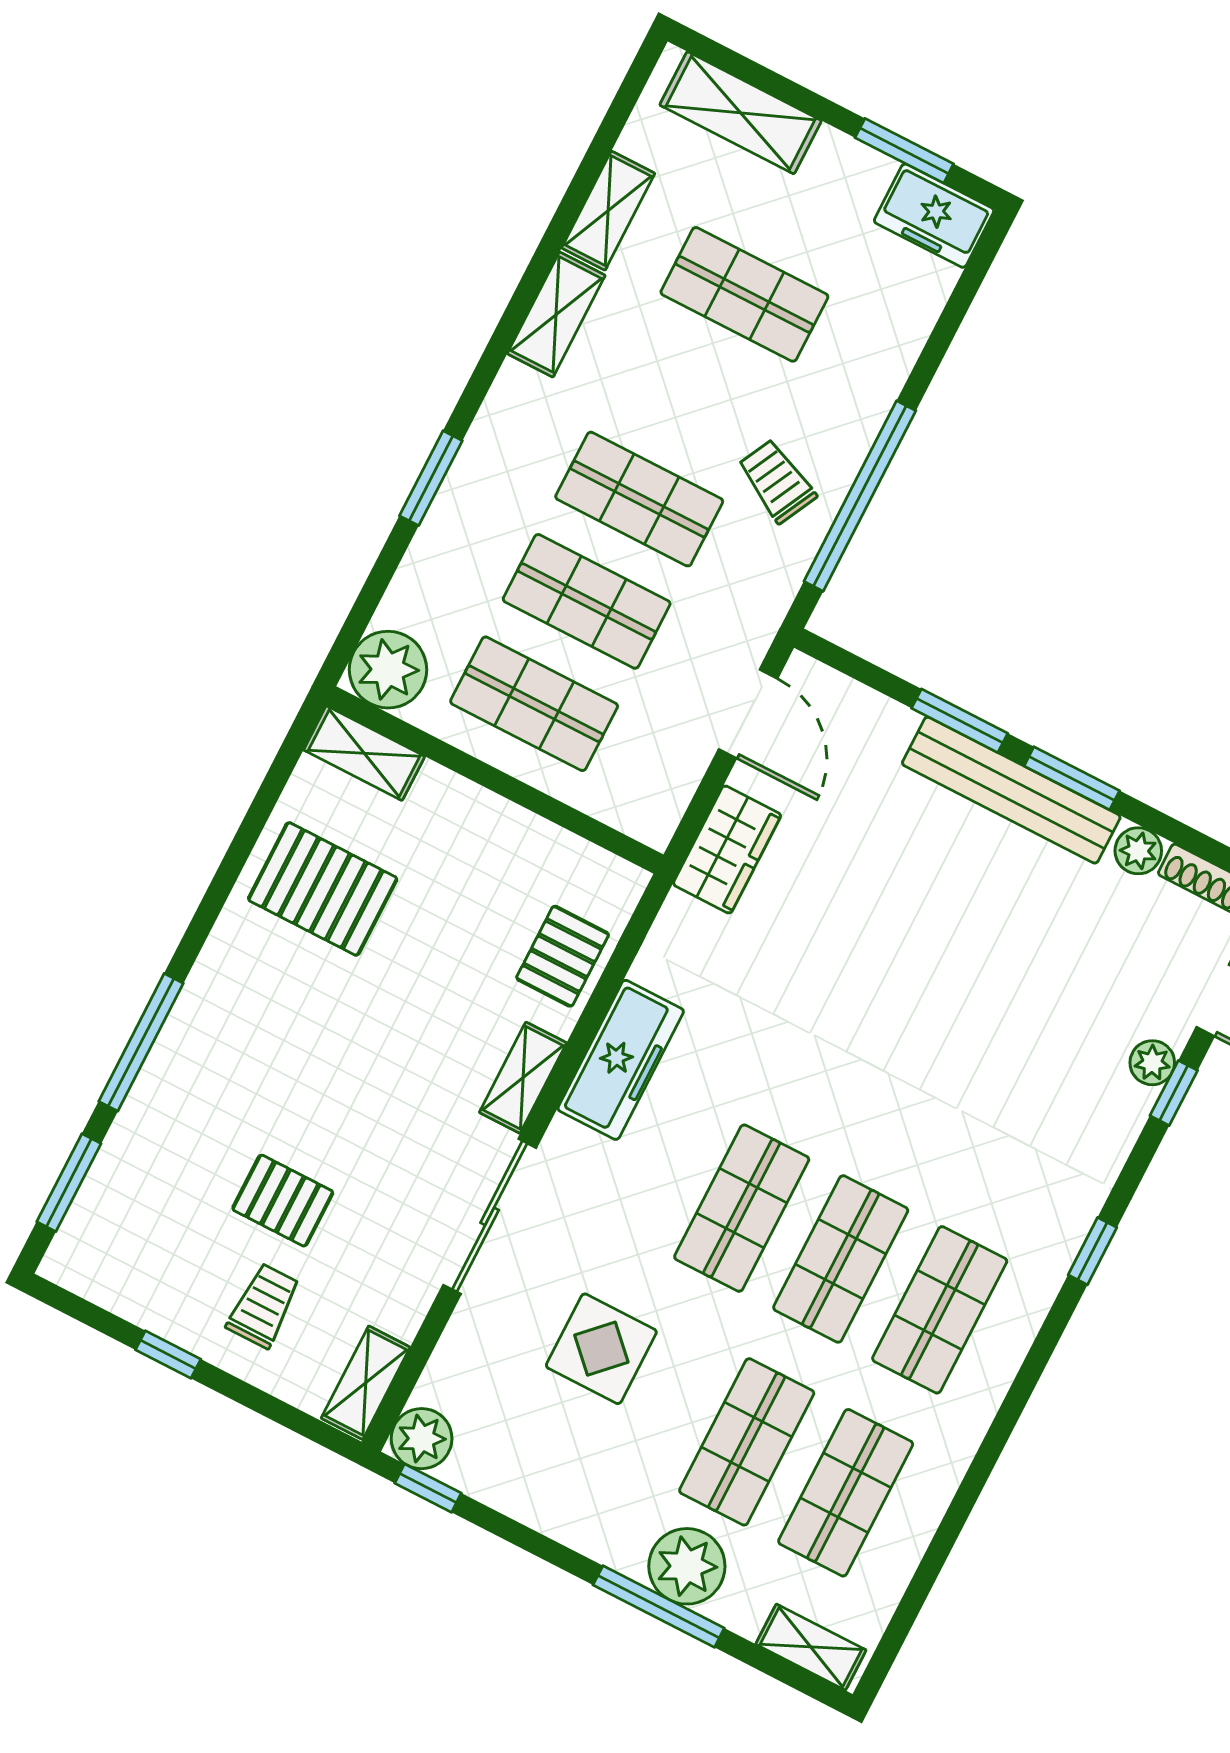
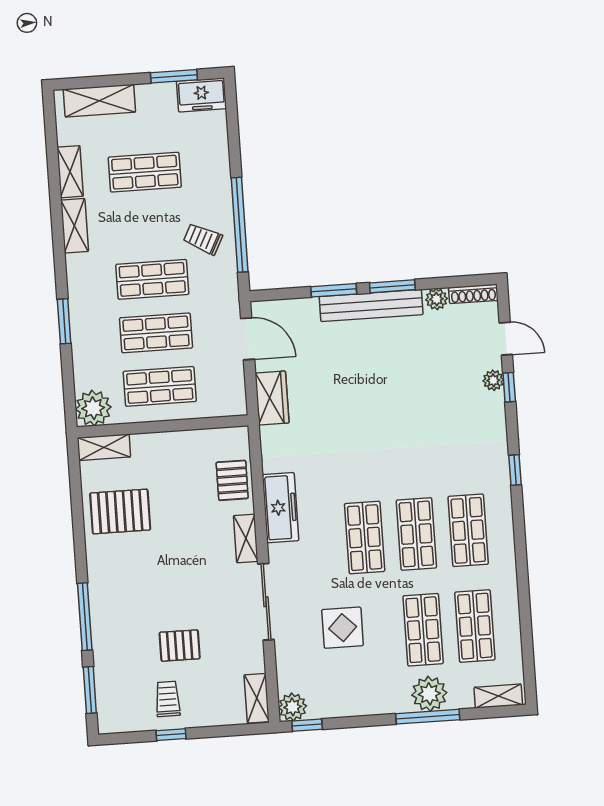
trolley: (263, 1306) -> (168, 699), moved

